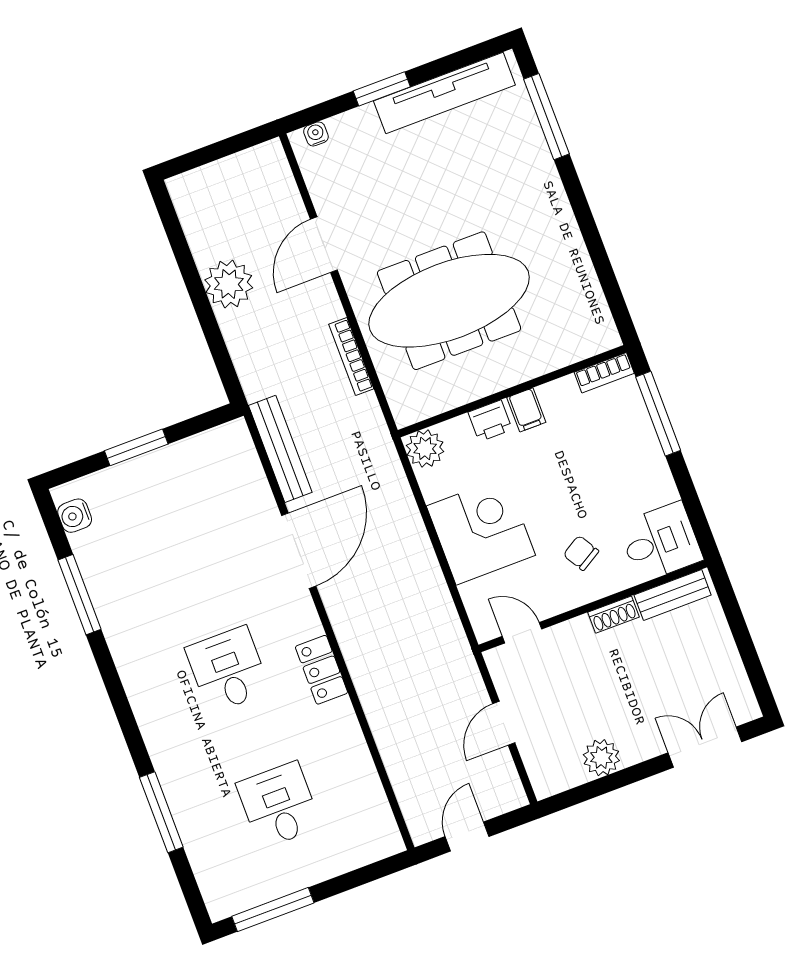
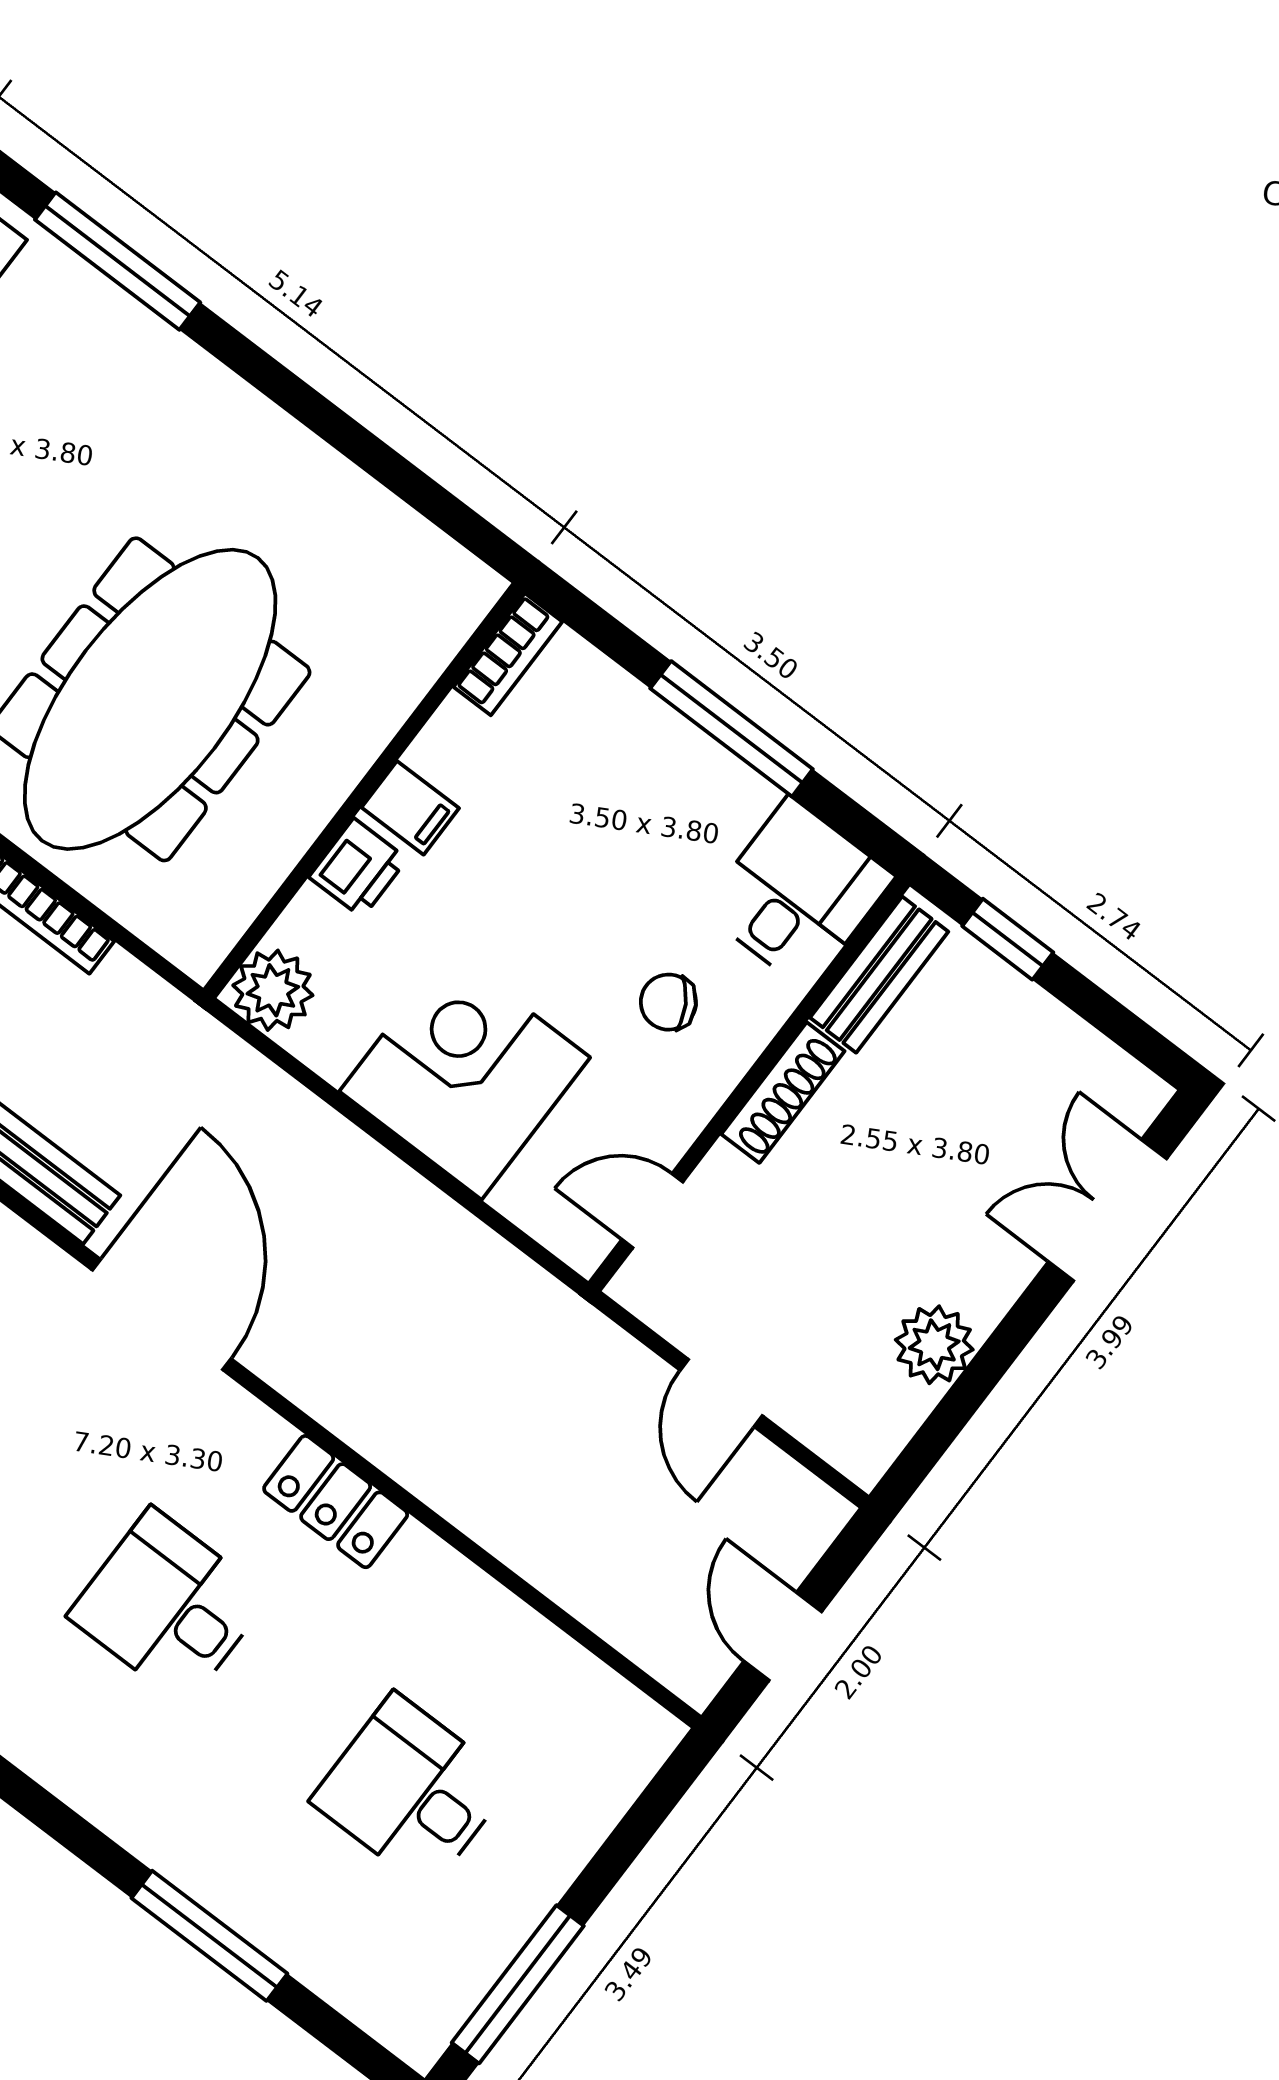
window: (658, 414) -> (732, 729), moved
window: (733, 613) -> (1008, 939), added
shoe rack: (614, 615) -> (783, 1093), width x1.43

